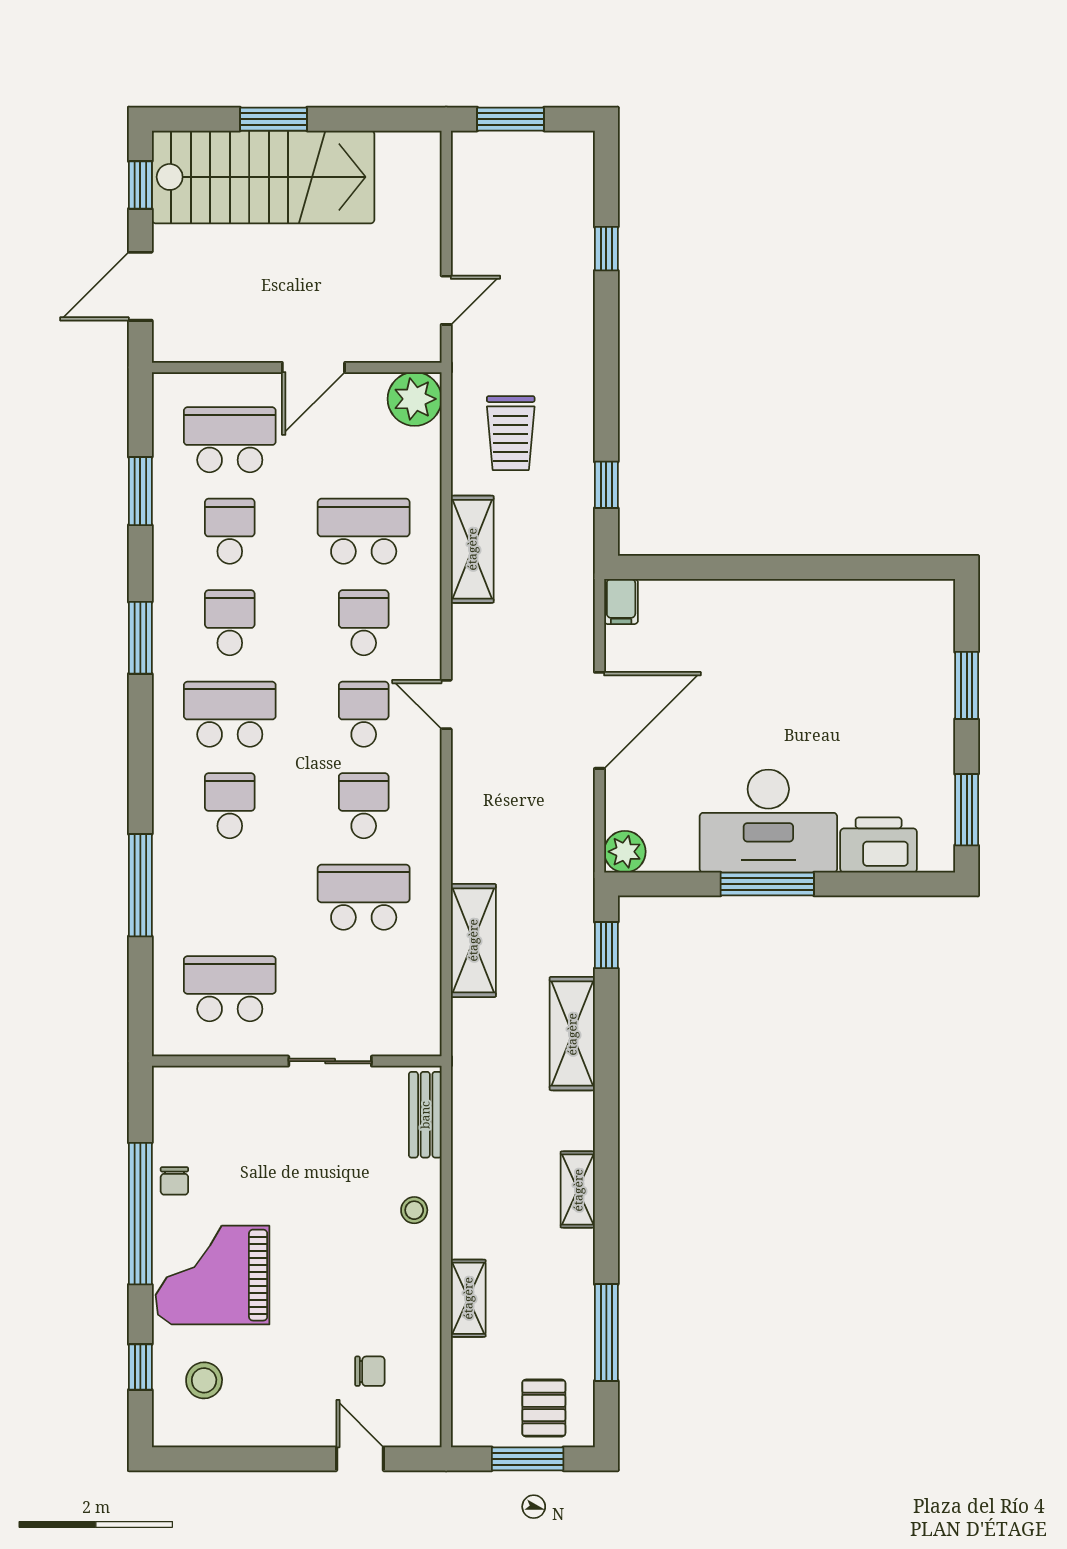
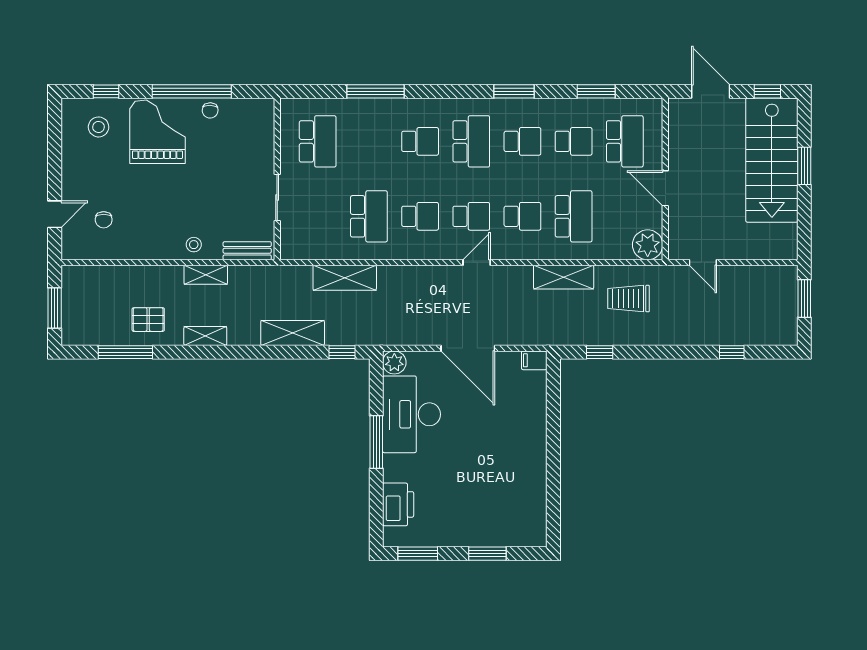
desk: (768, 821) -> (411, 414), moved
chair: (174, 1181) -> (210, 110), turned -88
shelving: (468, 1298) -> (206, 275), moved
pallet: (544, 1408) -> (148, 320), moved

